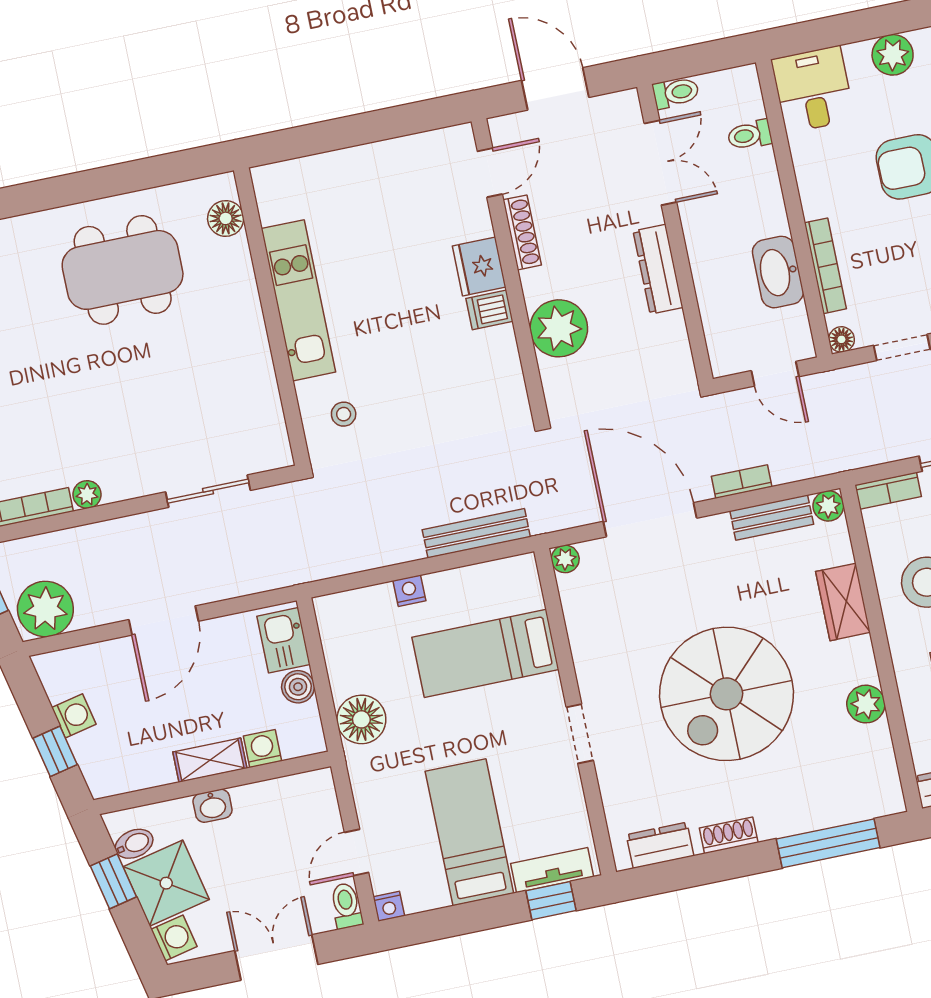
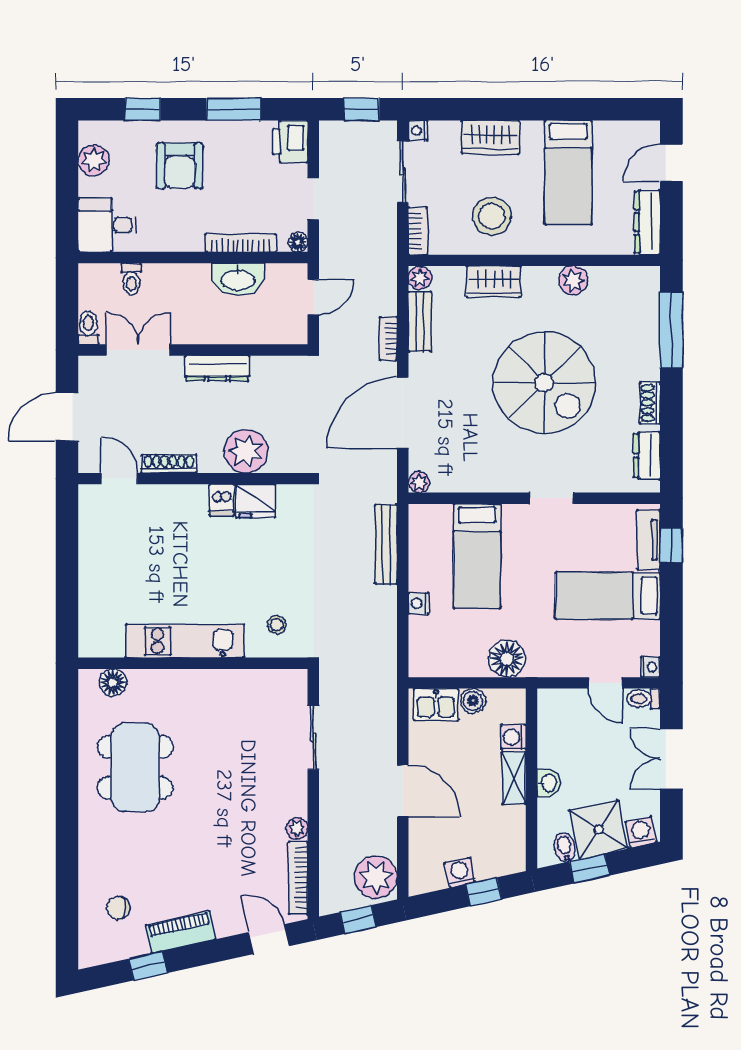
fridge: (479, 266) -> (256, 501), moved

